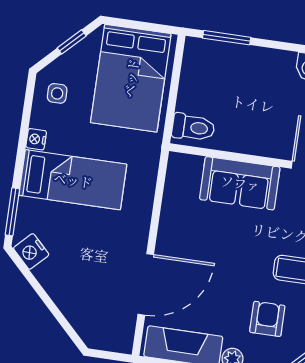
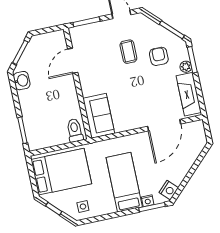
nightstand: (36, 139) -> (148, 201), moved
sofa: (240, 183) -> (99, 116), moved
door: (146, 284) -> (164, 125), swing flipped
armchair: (267, 319) -> (159, 56), turned 90

